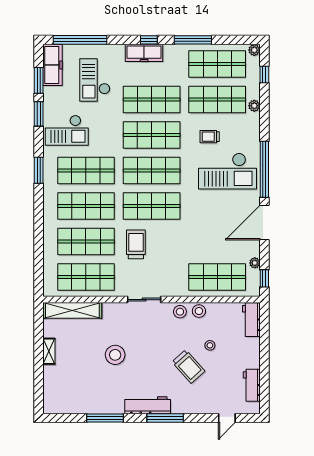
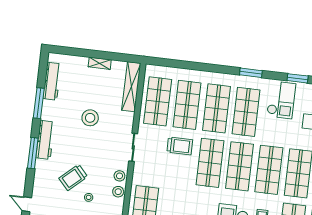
checkout: (67, 130) -> (281, 100), turned 180
workbench: (77, 405) -> (52, 81), added

